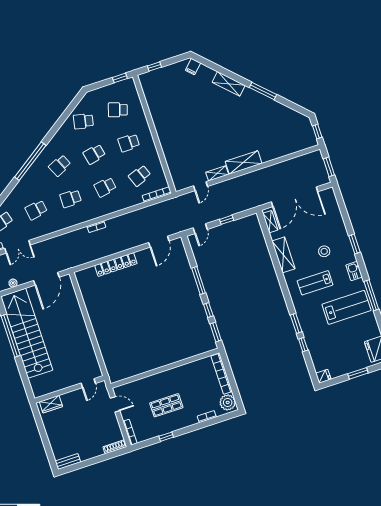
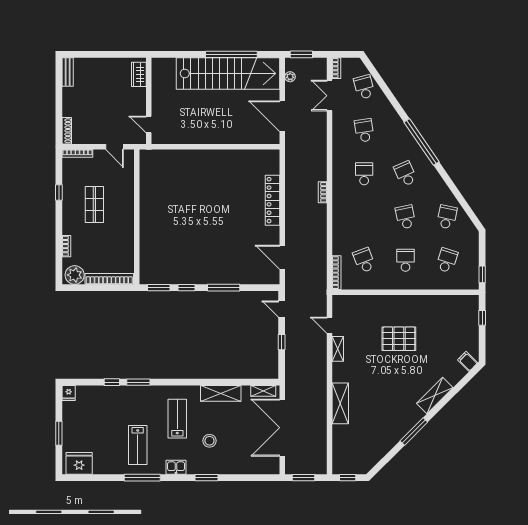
pallet: (193, 127) -> (399, 339), added
shelving: (244, 162) -> (340, 403), moved
school desk: (105, 187) -> (364, 217), removed
lab bench: (346, 307) -> (138, 445), width x0.73, depth x0.72
door: (115, 404) -> (115, 147), hinge flipped

